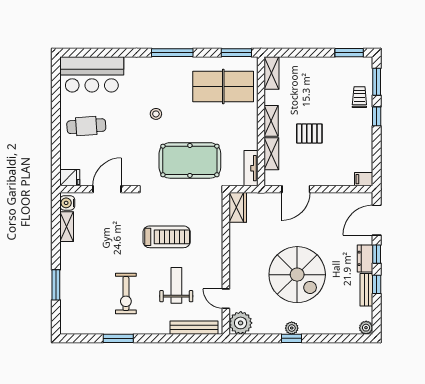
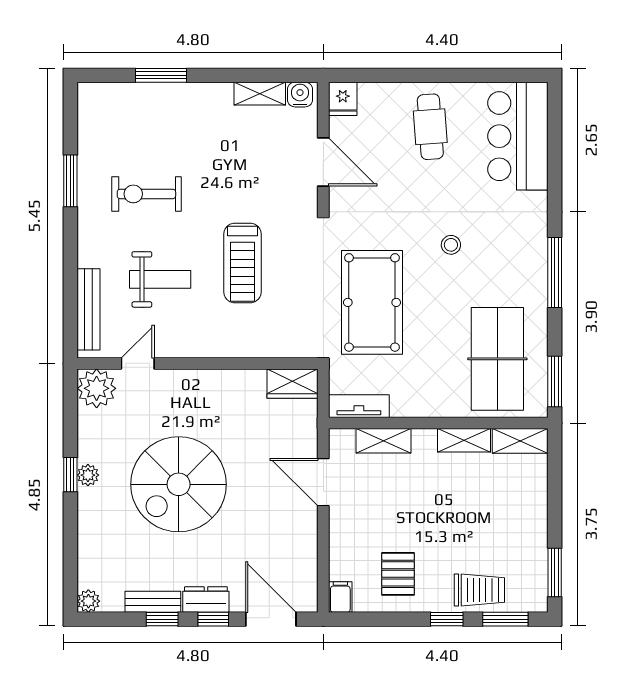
trolley: (359, 97) -> (479, 590), width x1.36, depth x1.39
shelving: (271, 121) -> (464, 440), moved
pallet: (309, 133) -> (398, 574), moved

